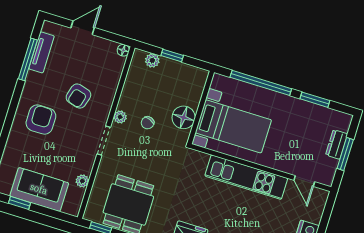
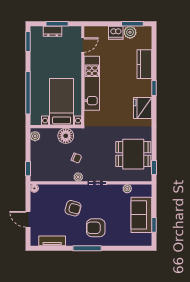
window: (172, 55) -> (28, 169), moved
window: (28, 59) -> (87, 248), moved
plant: (152, 60) -> (35, 136), moved
window: (315, 100) -> (28, 42), moved

